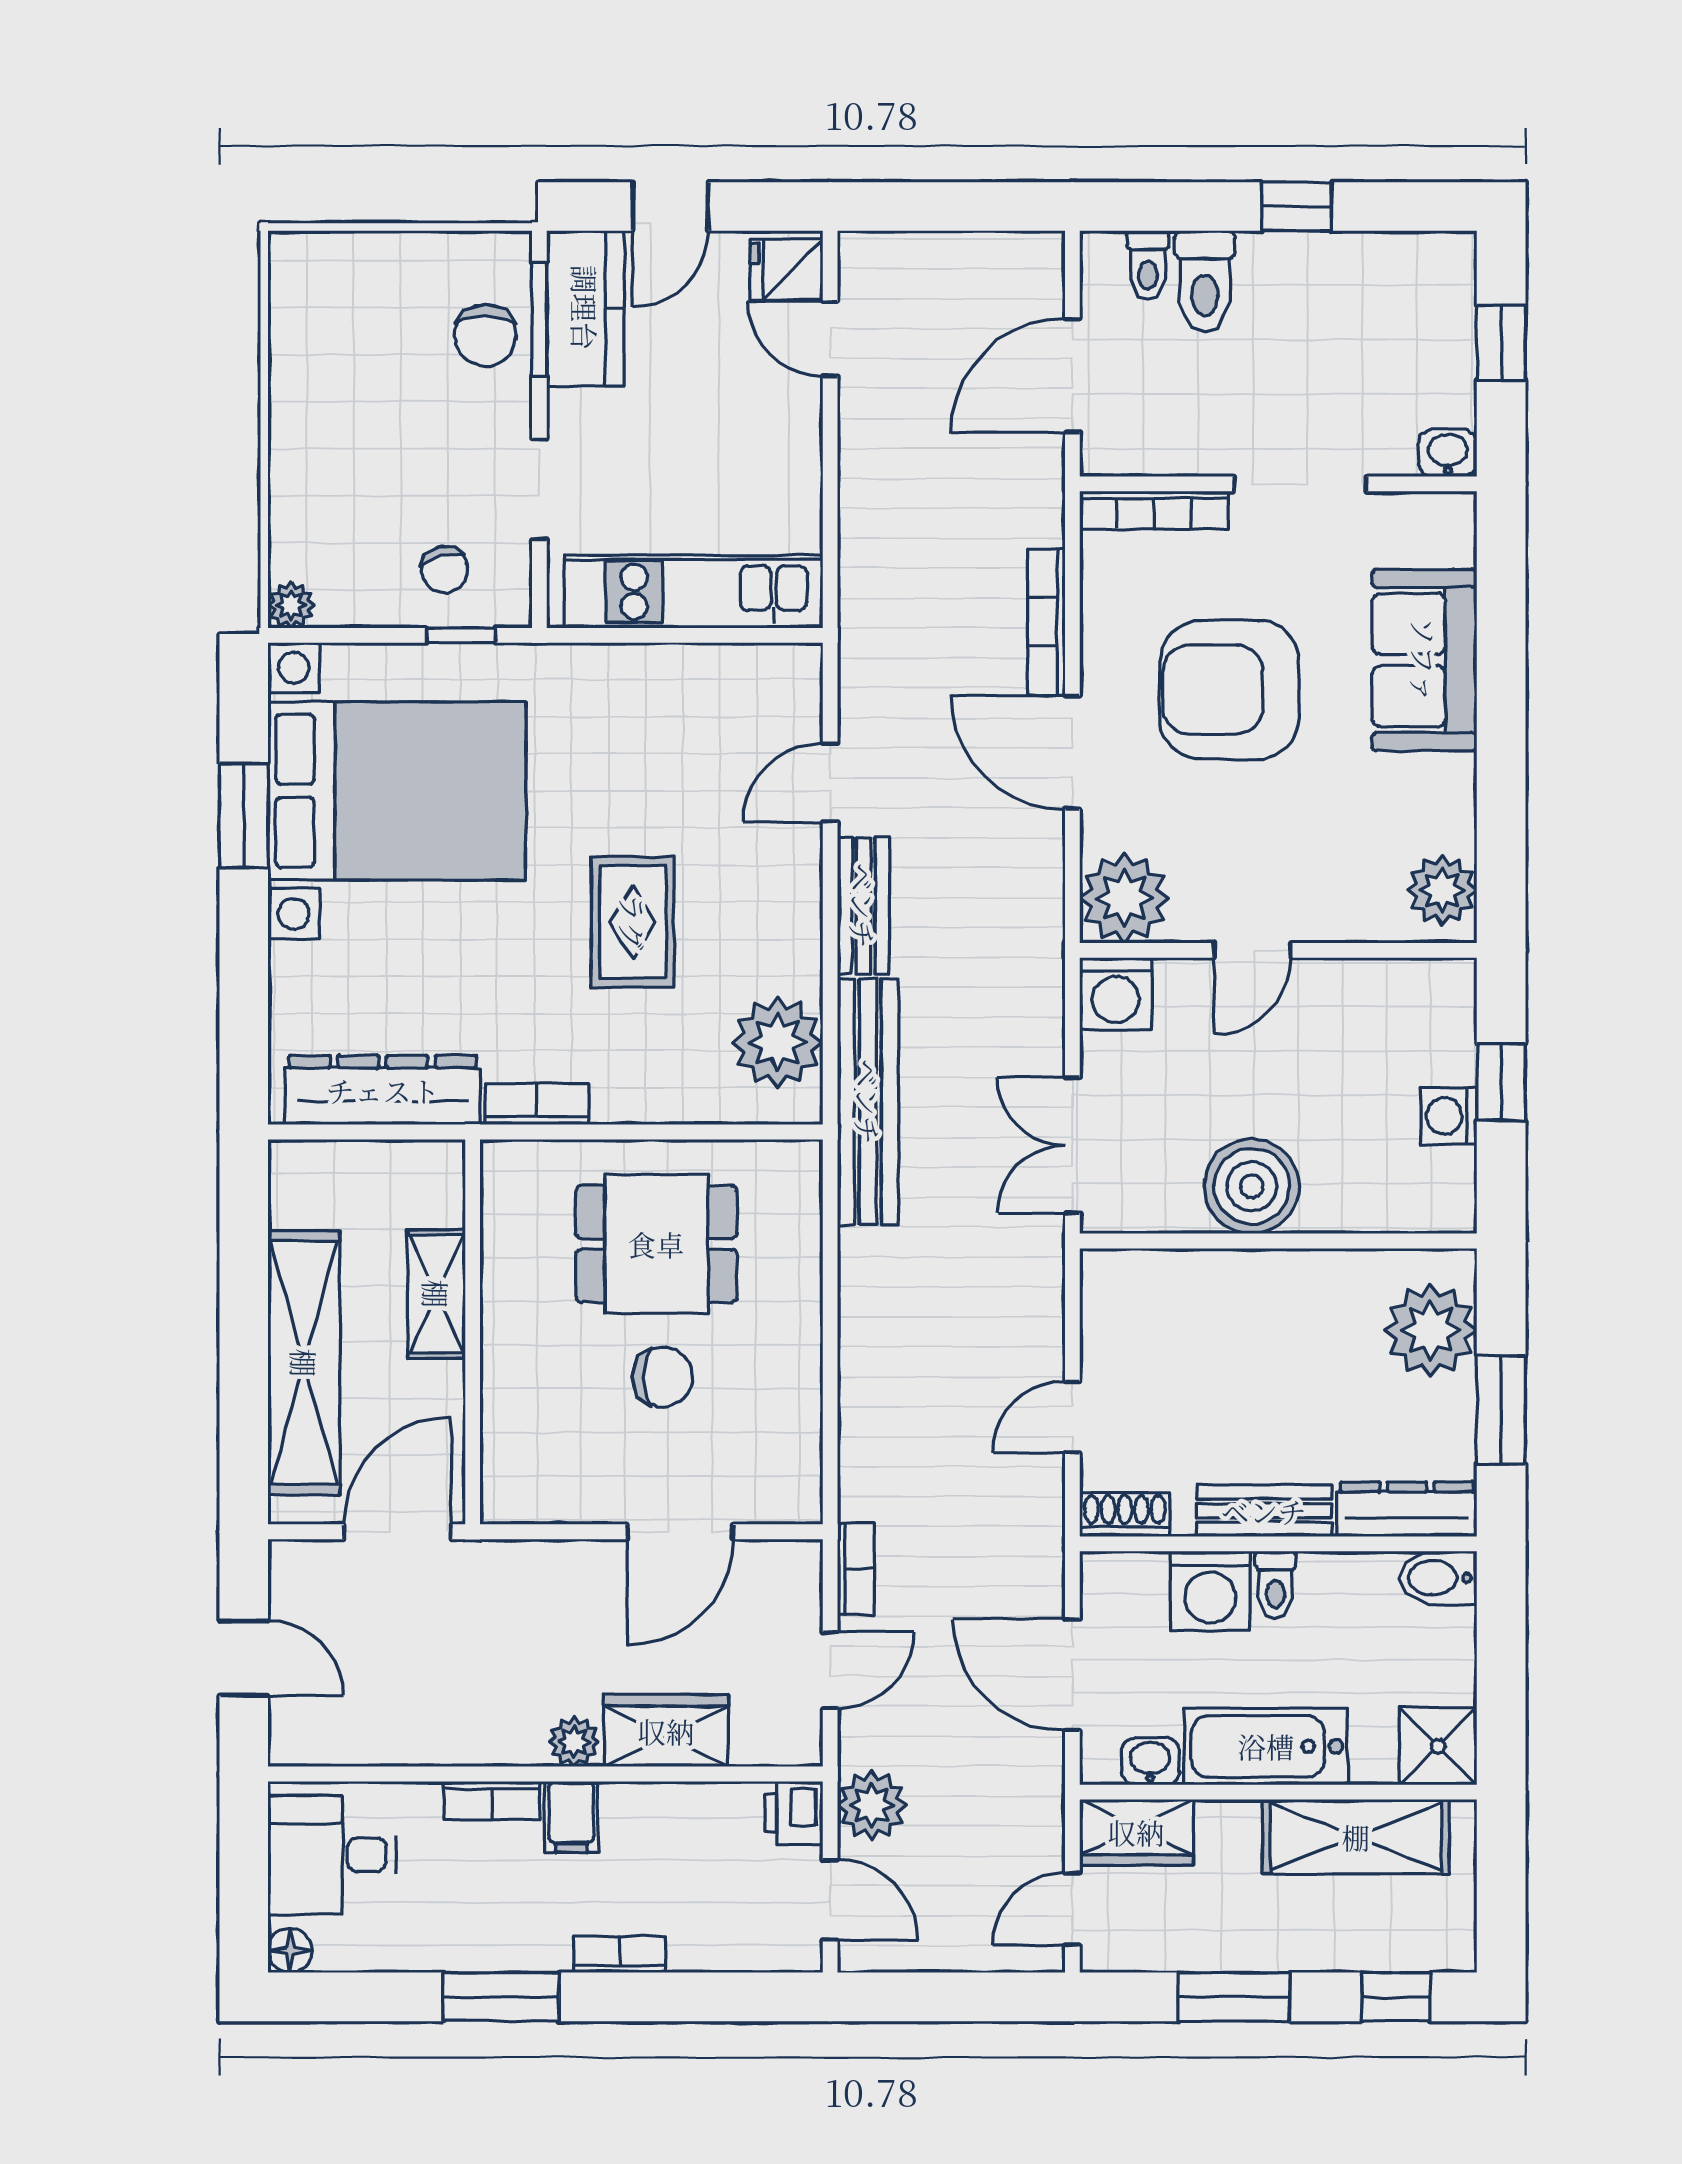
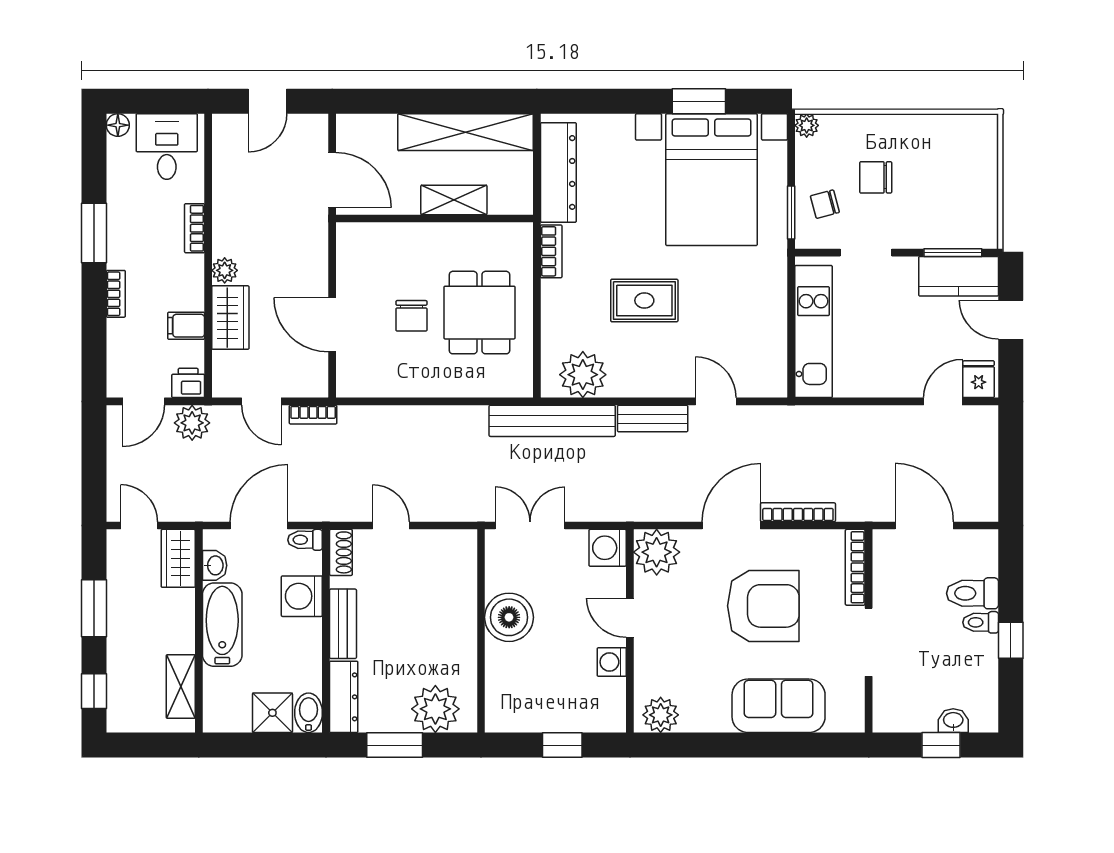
toilet: (1148, 265) -> (981, 622), moved
chair: (485, 335) -> (876, 177), moved
washbasin: (1448, 453) -> (953, 721), moved, turned -90
window: (461, 635) -> (791, 213), width x1.50
armchair: (1229, 690) -> (763, 606), turned 90
washing machine: (1449, 1116) -> (612, 662), moved, turned -90
shelving: (304, 1363) -> (466, 132), moved
toilet: (1276, 1585) -> (305, 540), moved
shower: (1438, 1746) -> (272, 713), moved
filing cabinet: (571, 1817) -> (186, 326), moved
shelving: (1356, 1837) -> (181, 687), width x0.67, depth x0.75

